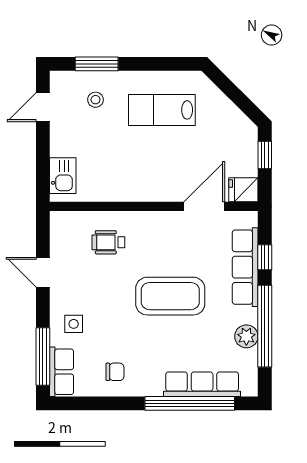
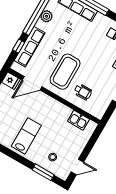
lab bench: (162, 110) -> (26, 136), turned -90
kitchen sink: (63, 176) -> (78, 120), moved, turned -90
coffee table: (170, 296) -> (65, 72), moved, turned 90

